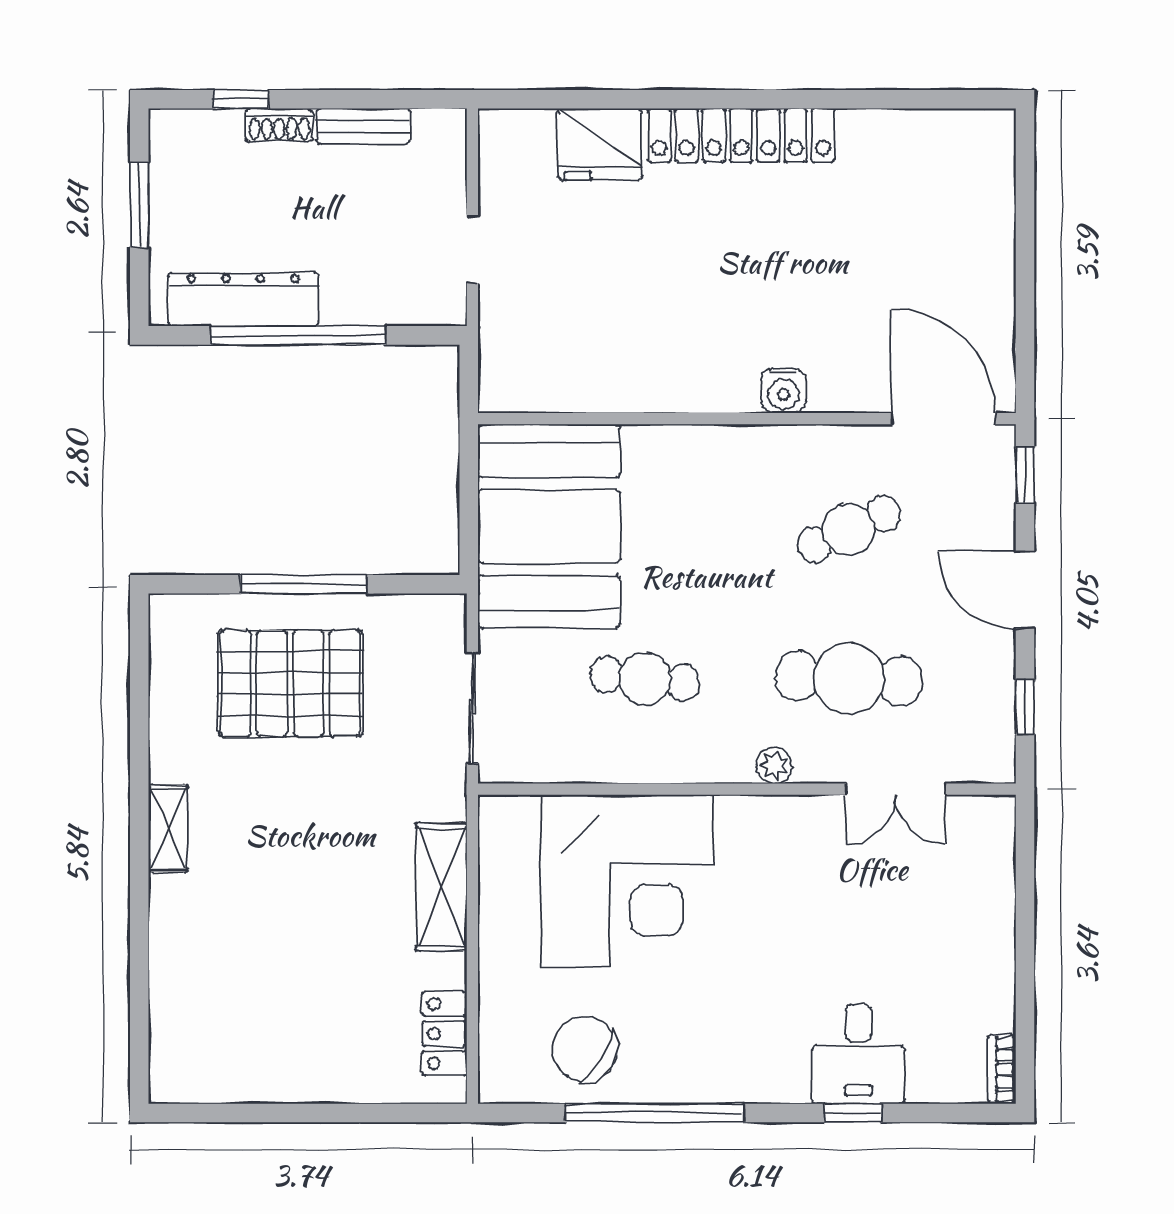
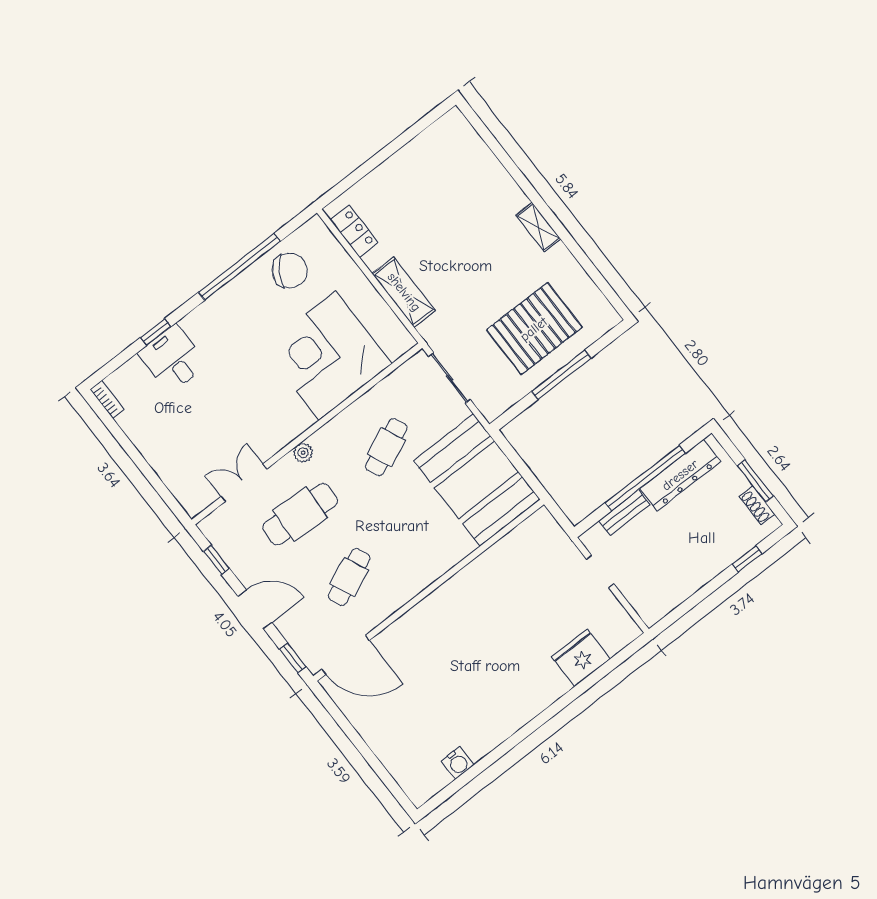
shoe rack: (279, 125) -> (757, 505), moved, turned -90
bench: (363, 126) -> (624, 513), moved
locker: (741, 135) -> (524, 708), removed
water cooler: (784, 391) -> (458, 763), moved, turned 180
cafe table: (645, 678) -> (386, 447), turned -30

